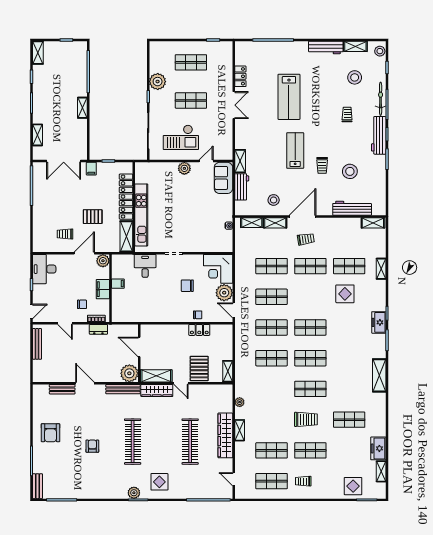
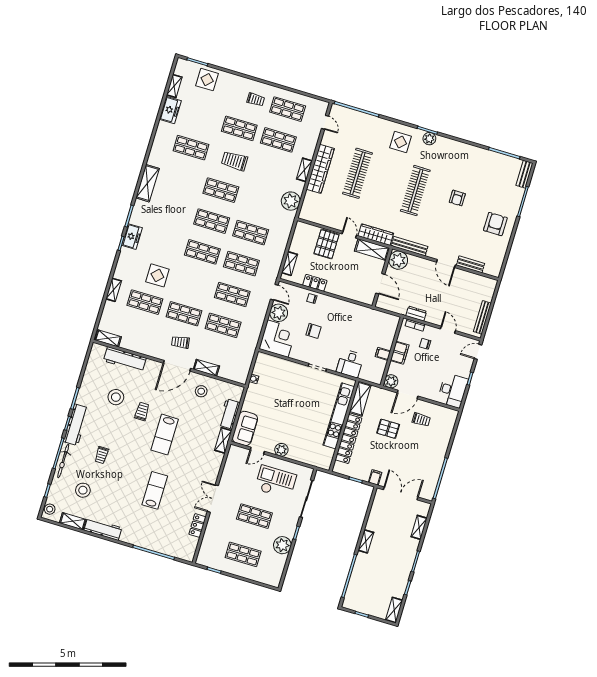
lab bench: (289, 97) -> (155, 490), width x0.73, depth x0.72
shelving: (252, 223) -> (230, 375), removed
shelving: (228, 371) -> (289, 264), moved
plant: (240, 402) -> (291, 201), width x1.88, depth x1.88

